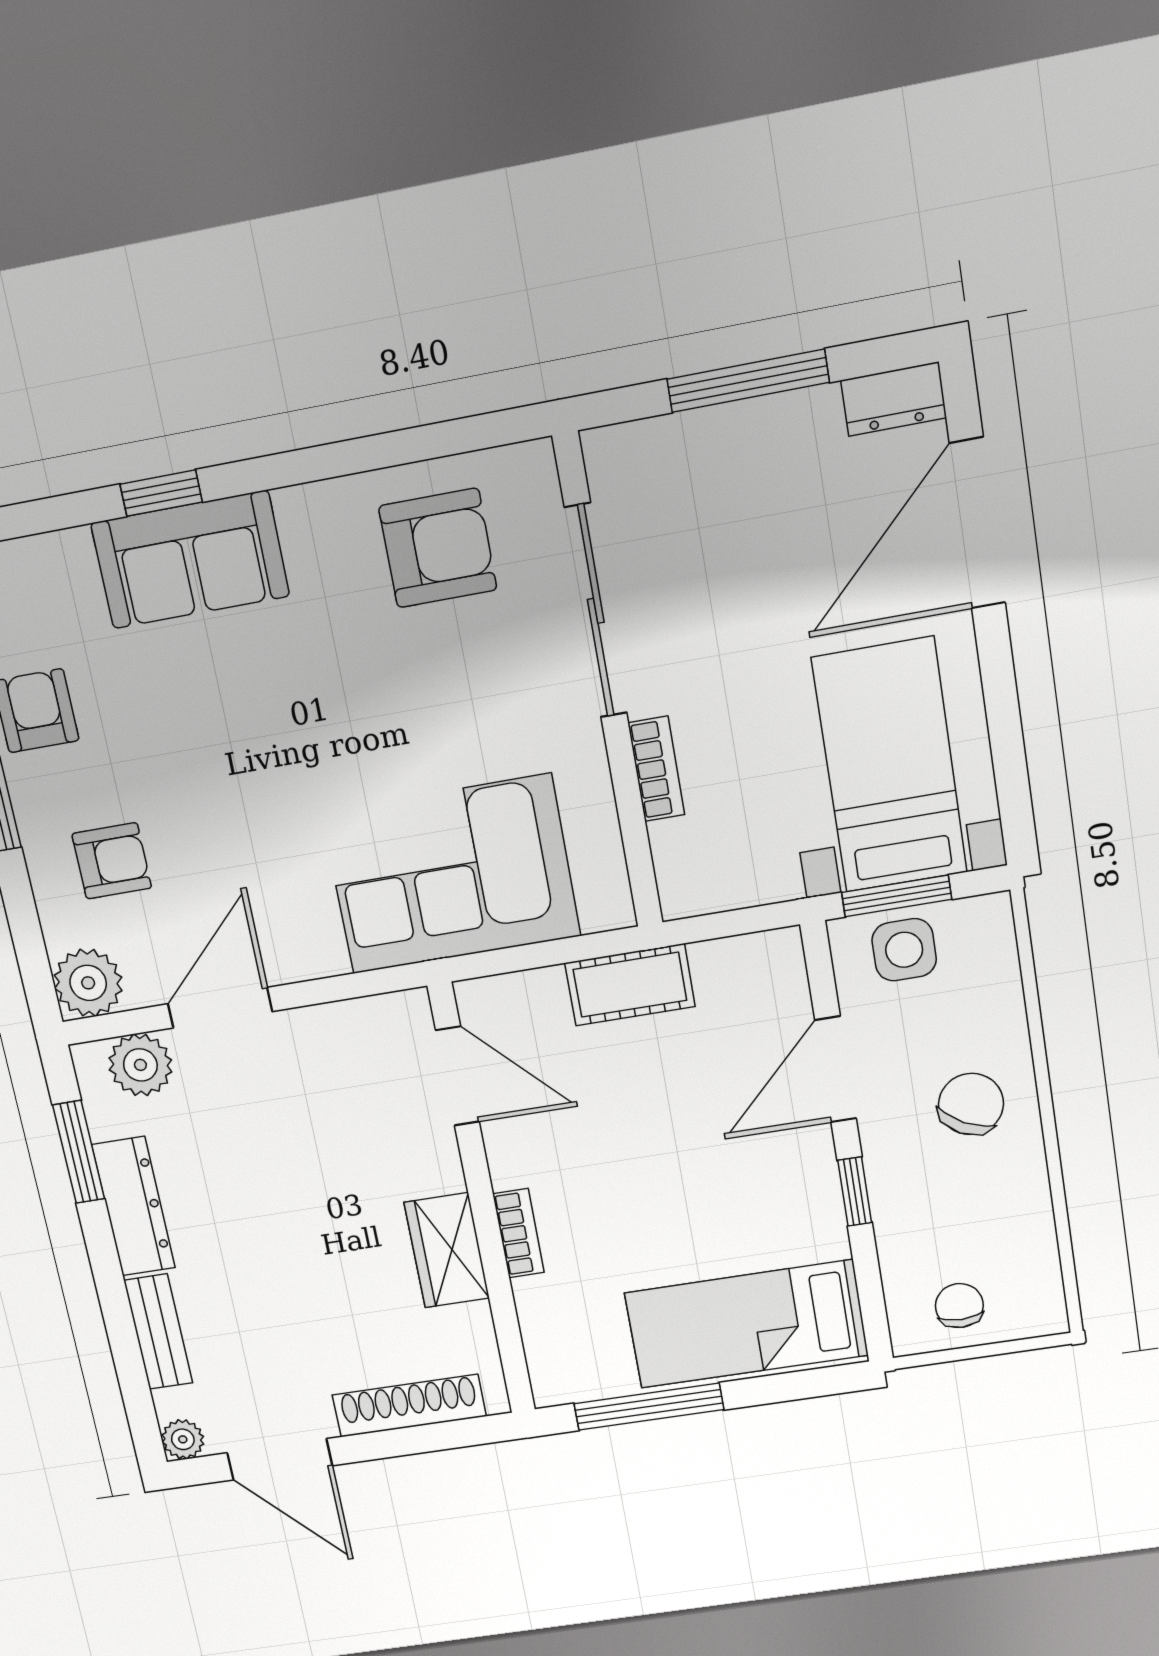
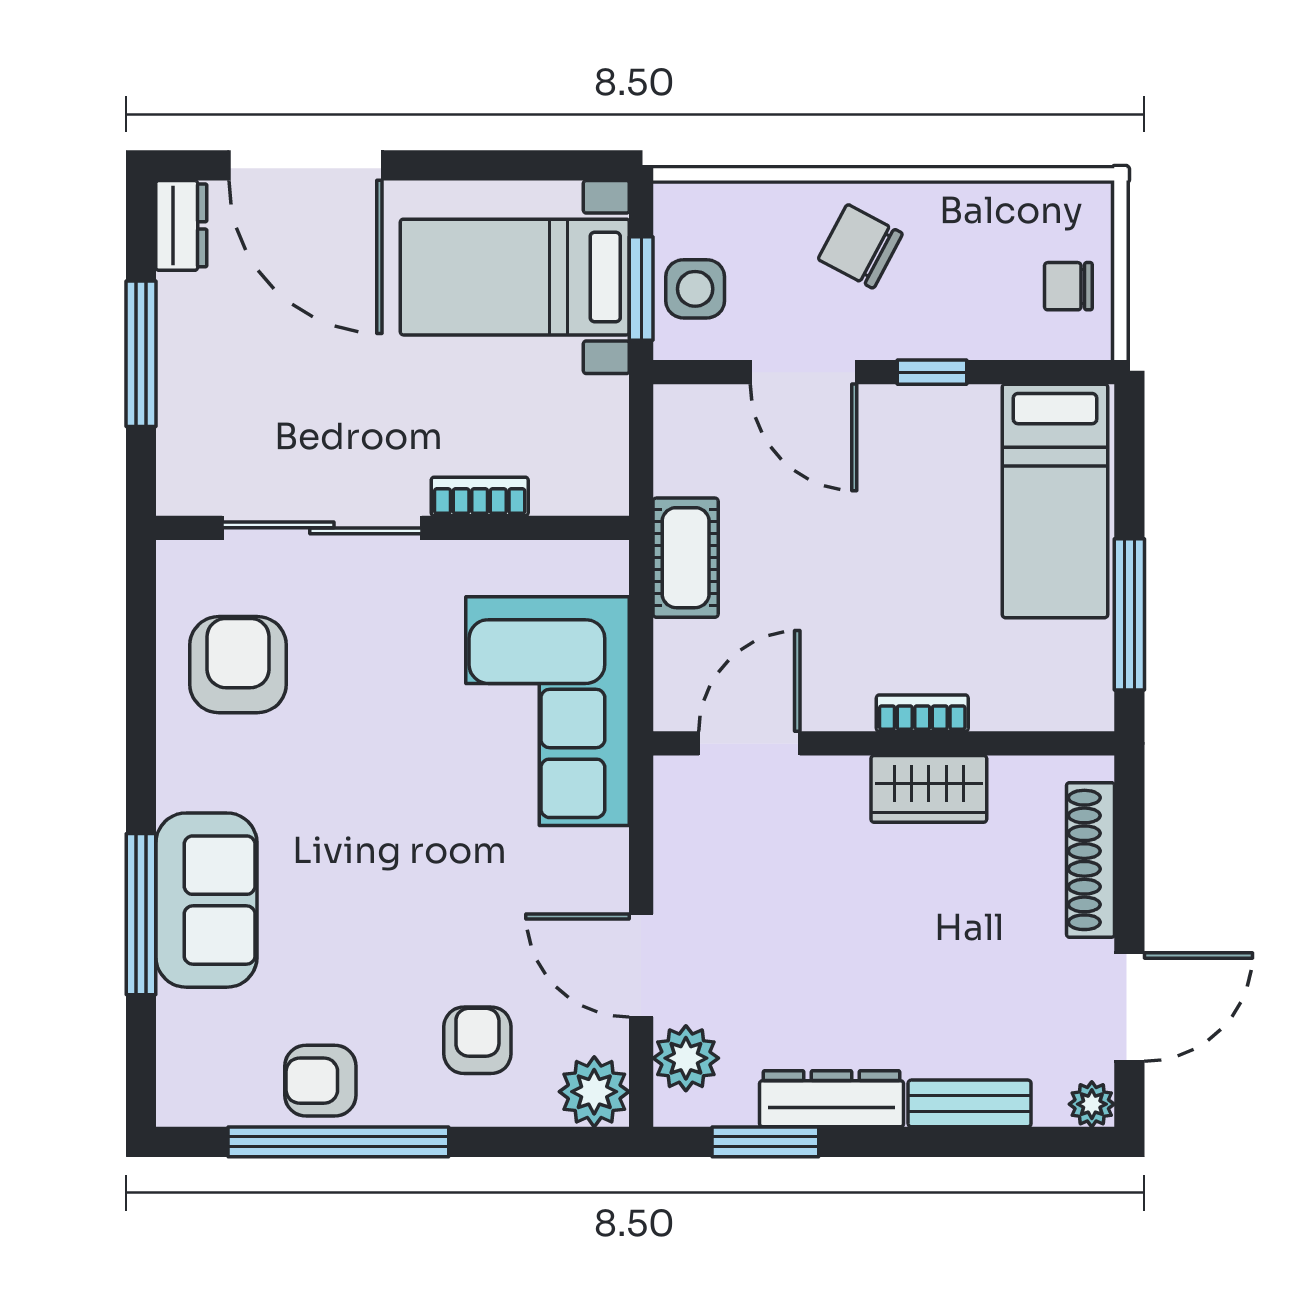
window: (161, 493) -> (141, 914), width x2.17

